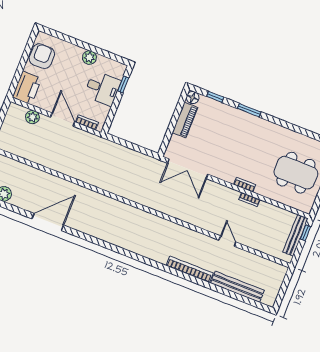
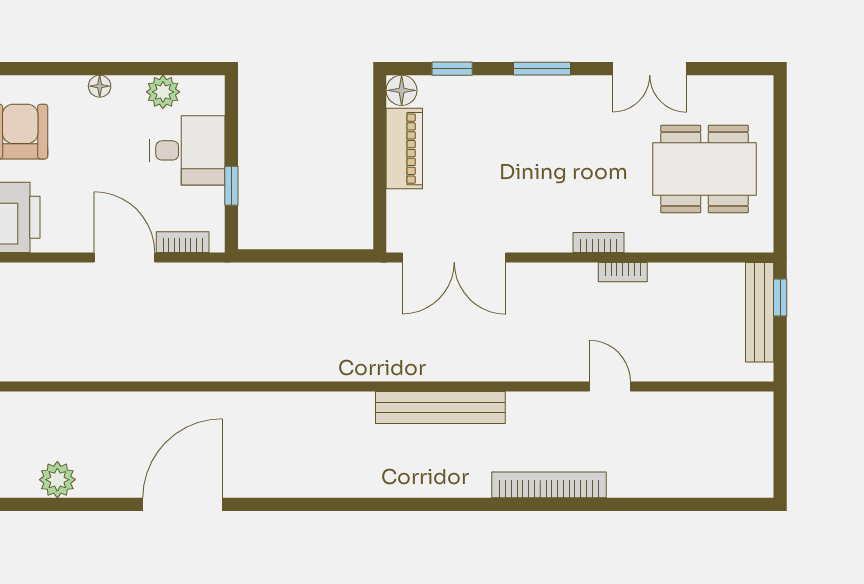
floor lamp: (79, 51) -> (100, 86), added
plant: (89, 58) -> (163, 92), moved
window: (123, 84) -> (231, 186), moved
plant: (32, 117) -> (54, 279), removed
double door: (290, 126) -> (650, 69), added
bench: (237, 287) -> (440, 408), moved

